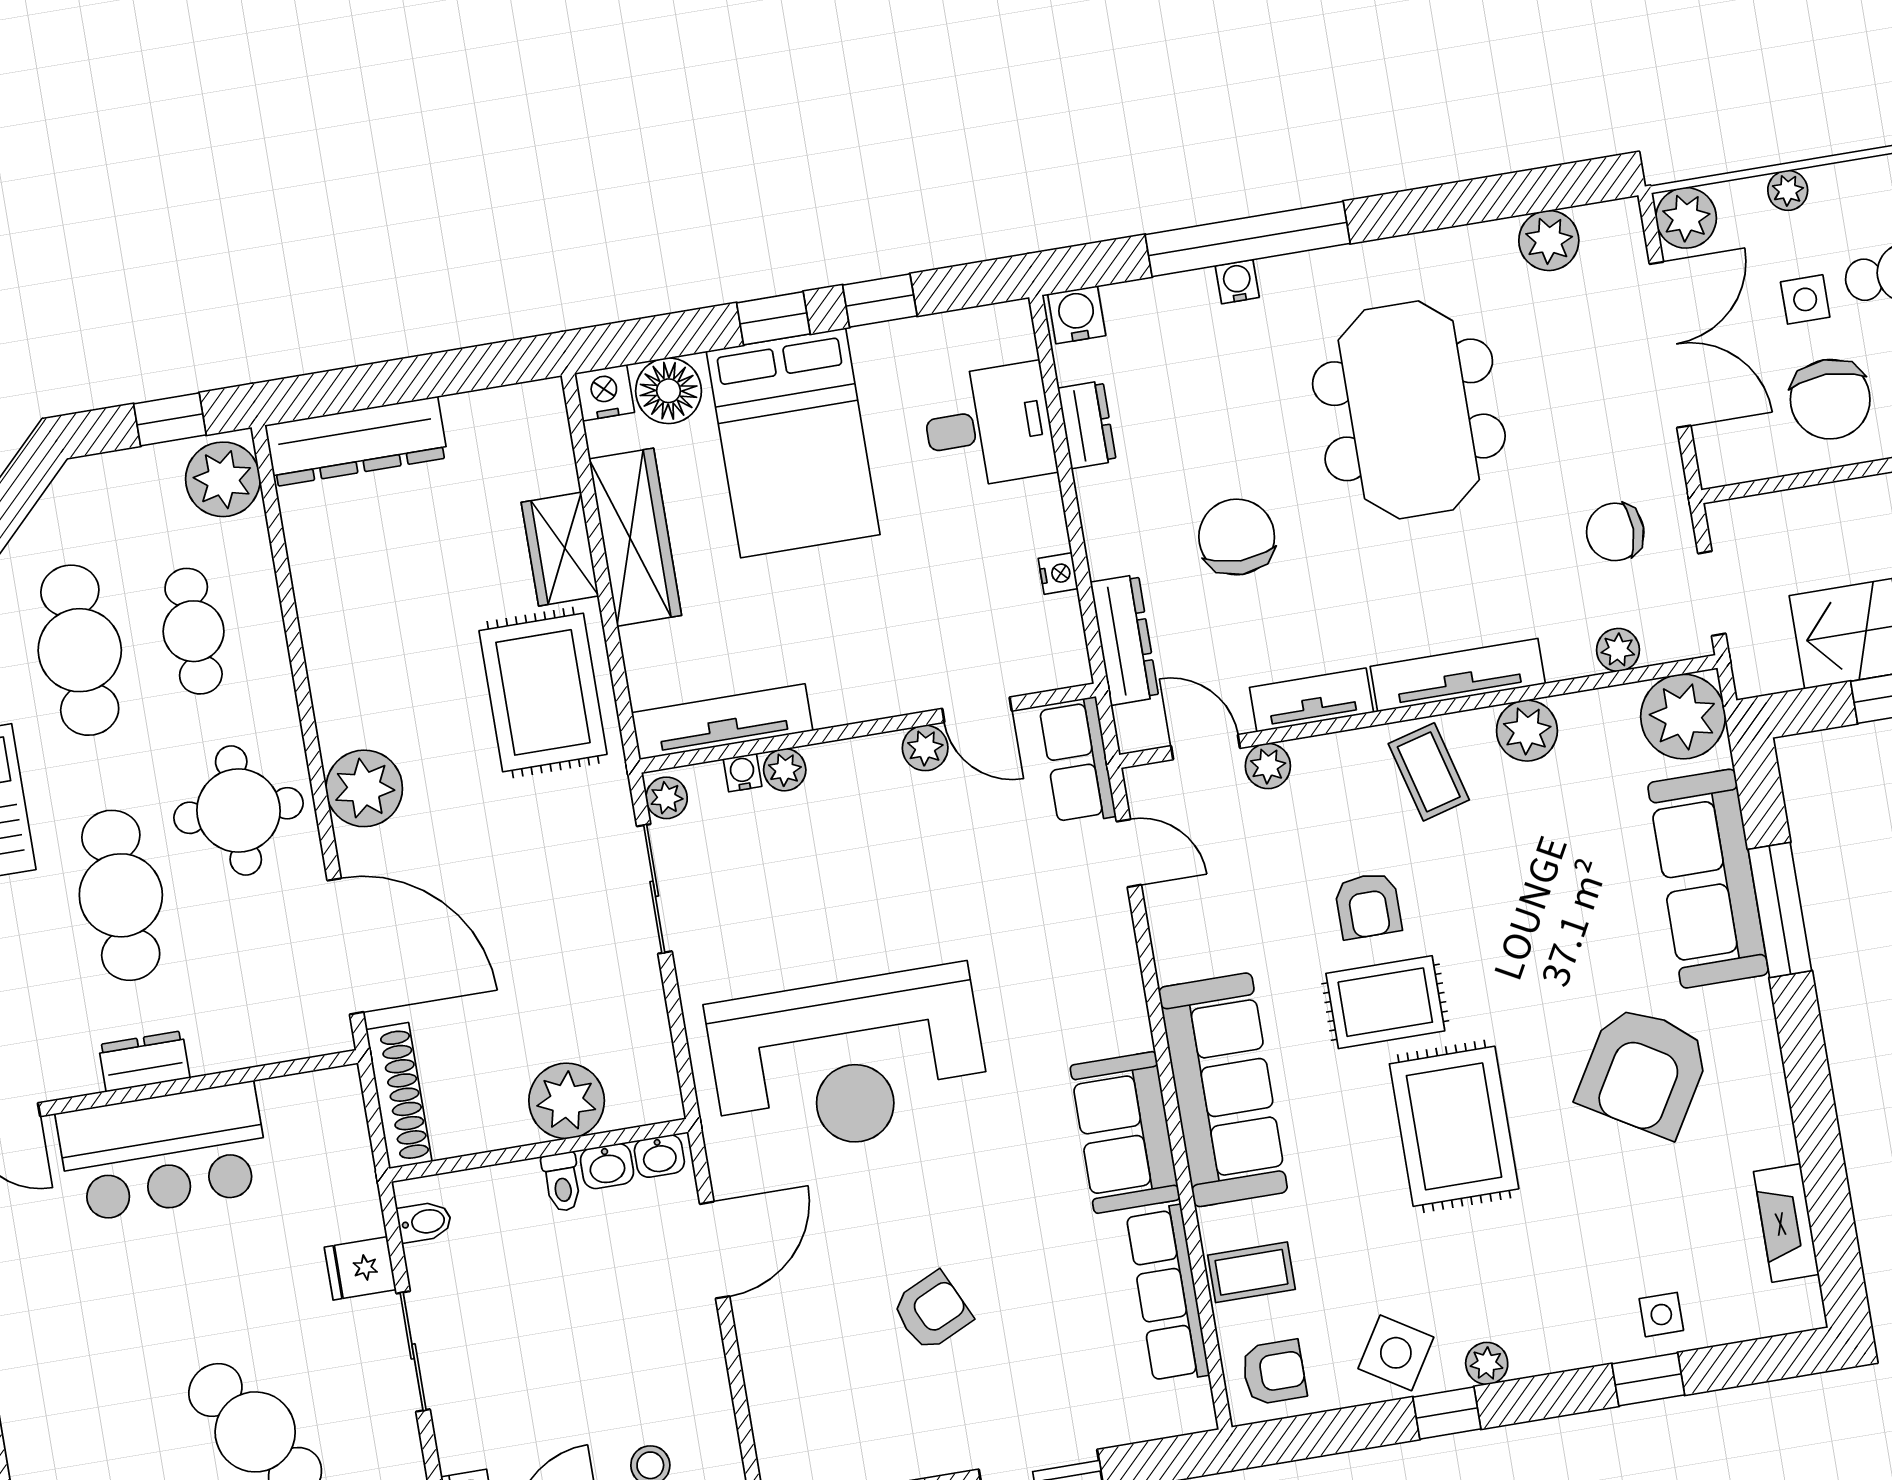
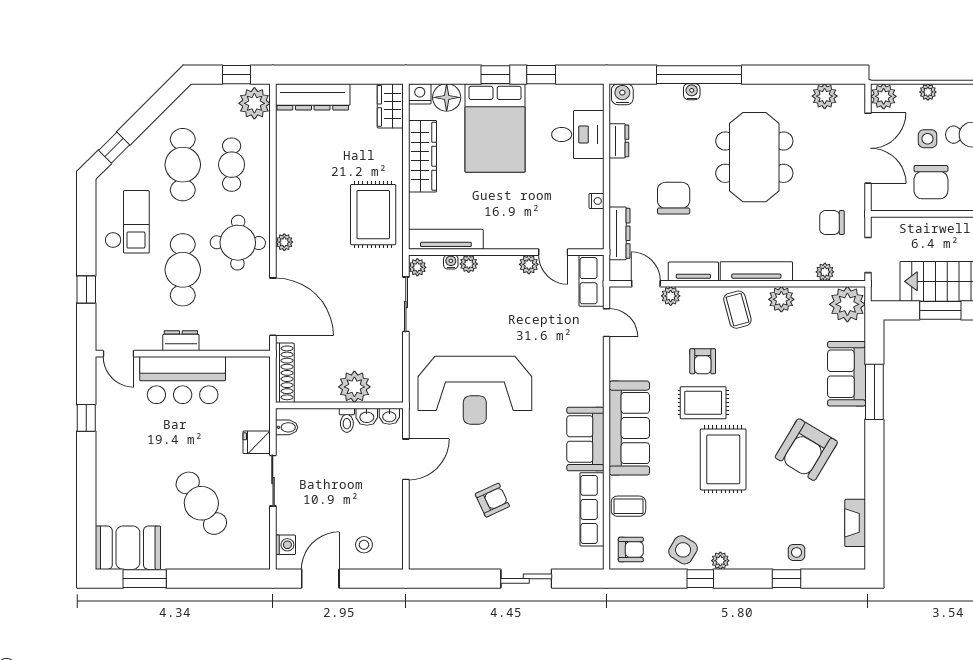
wardrobe: (560, 549) -> (390, 106), moved
plant: (364, 788) -> (284, 242), width x0.53, depth x0.53
sofa: (1708, 879) -> (847, 374), width x0.73

